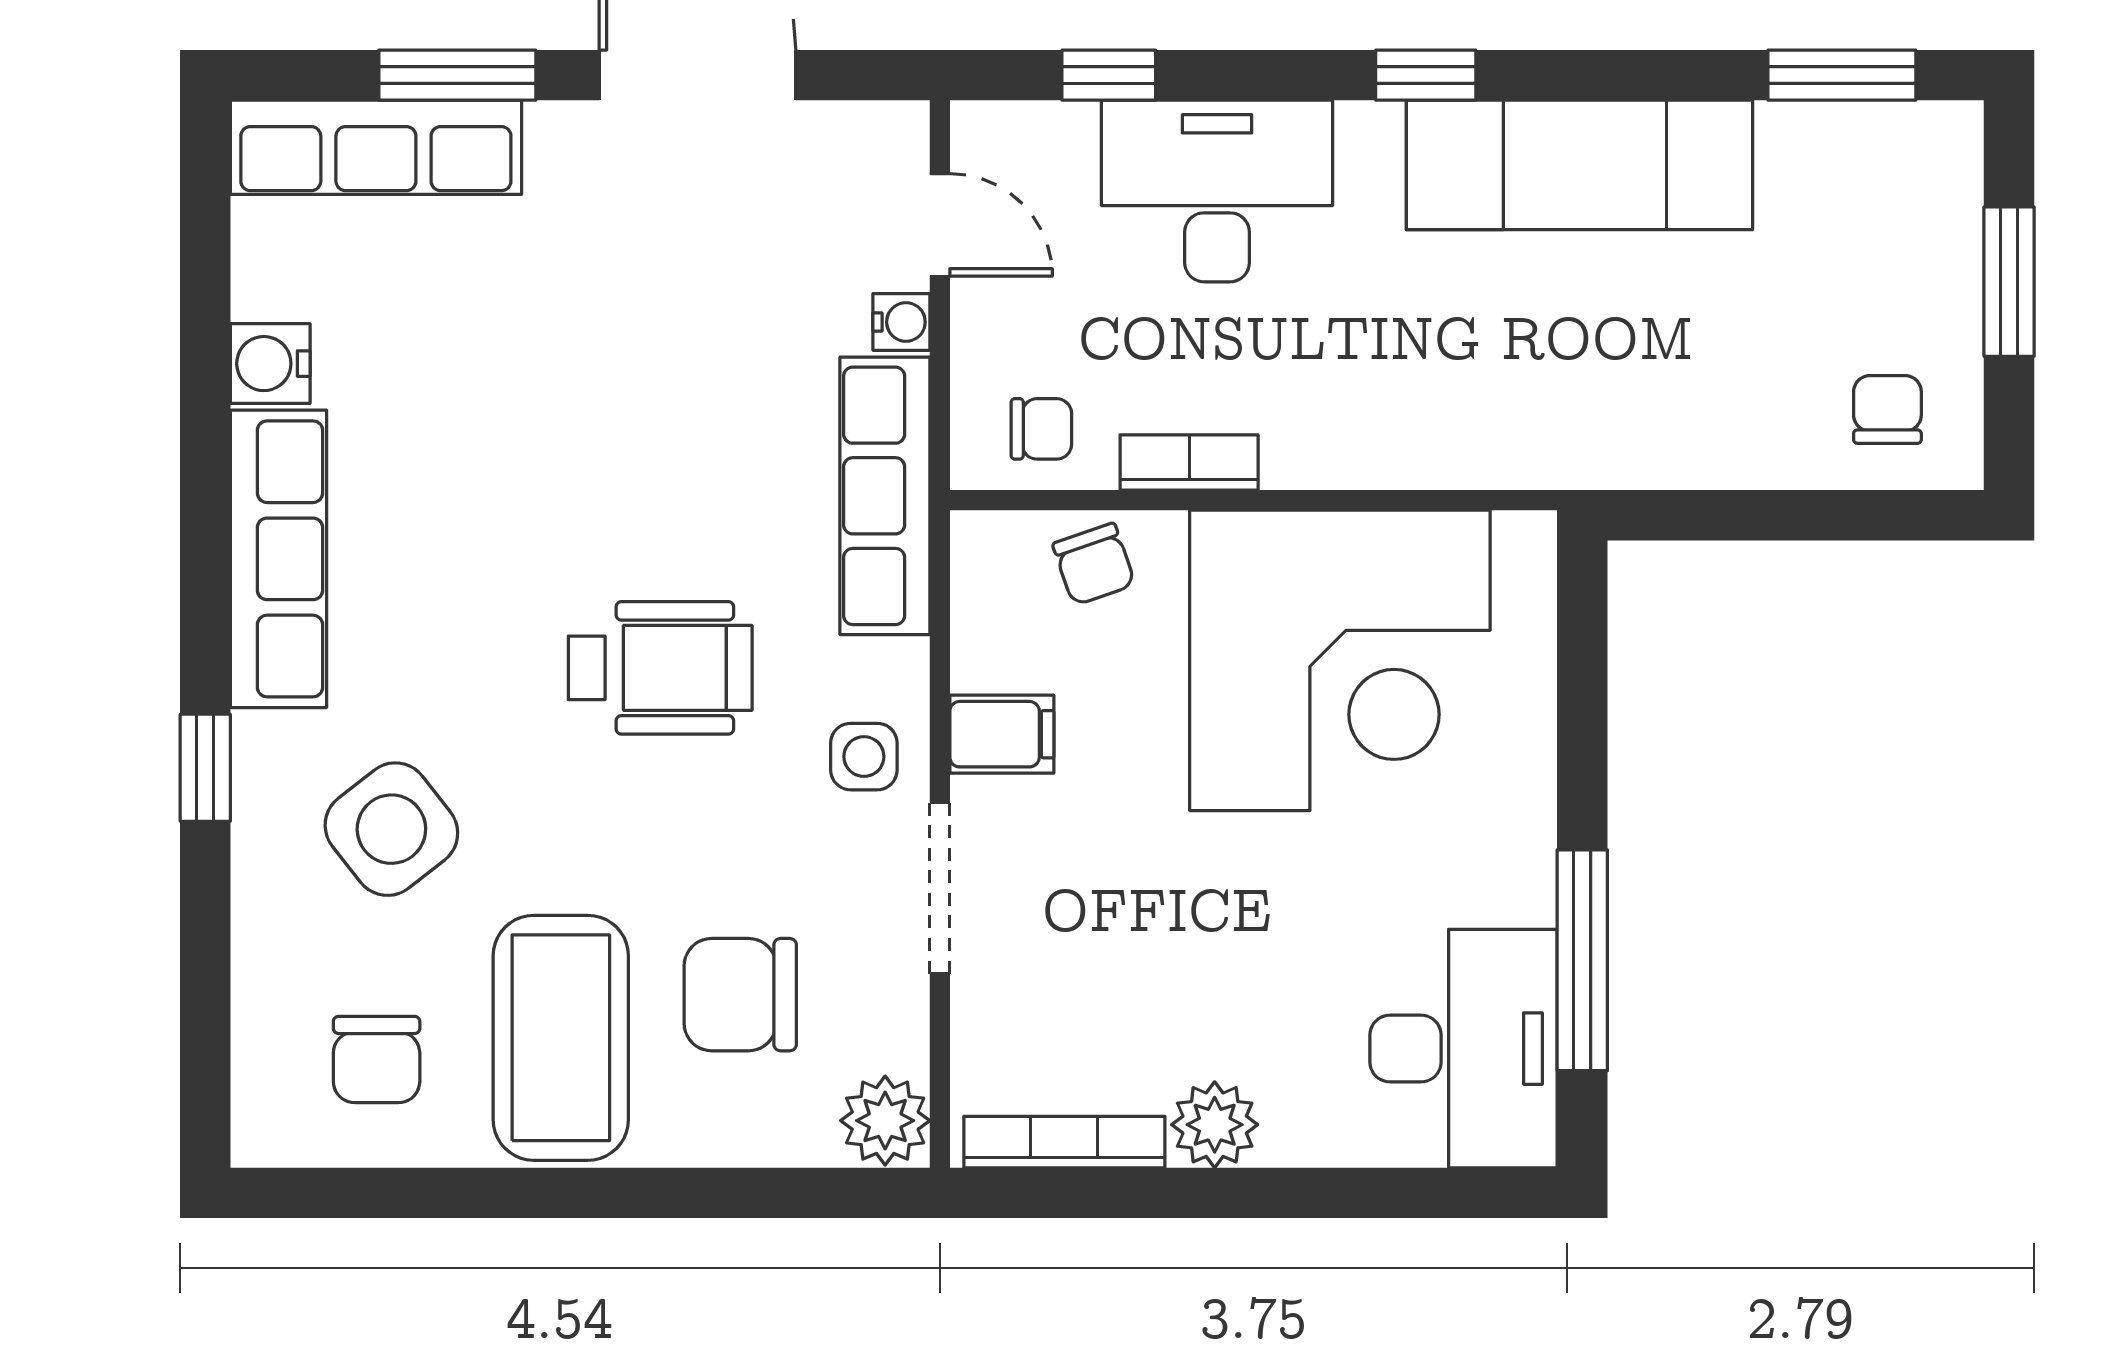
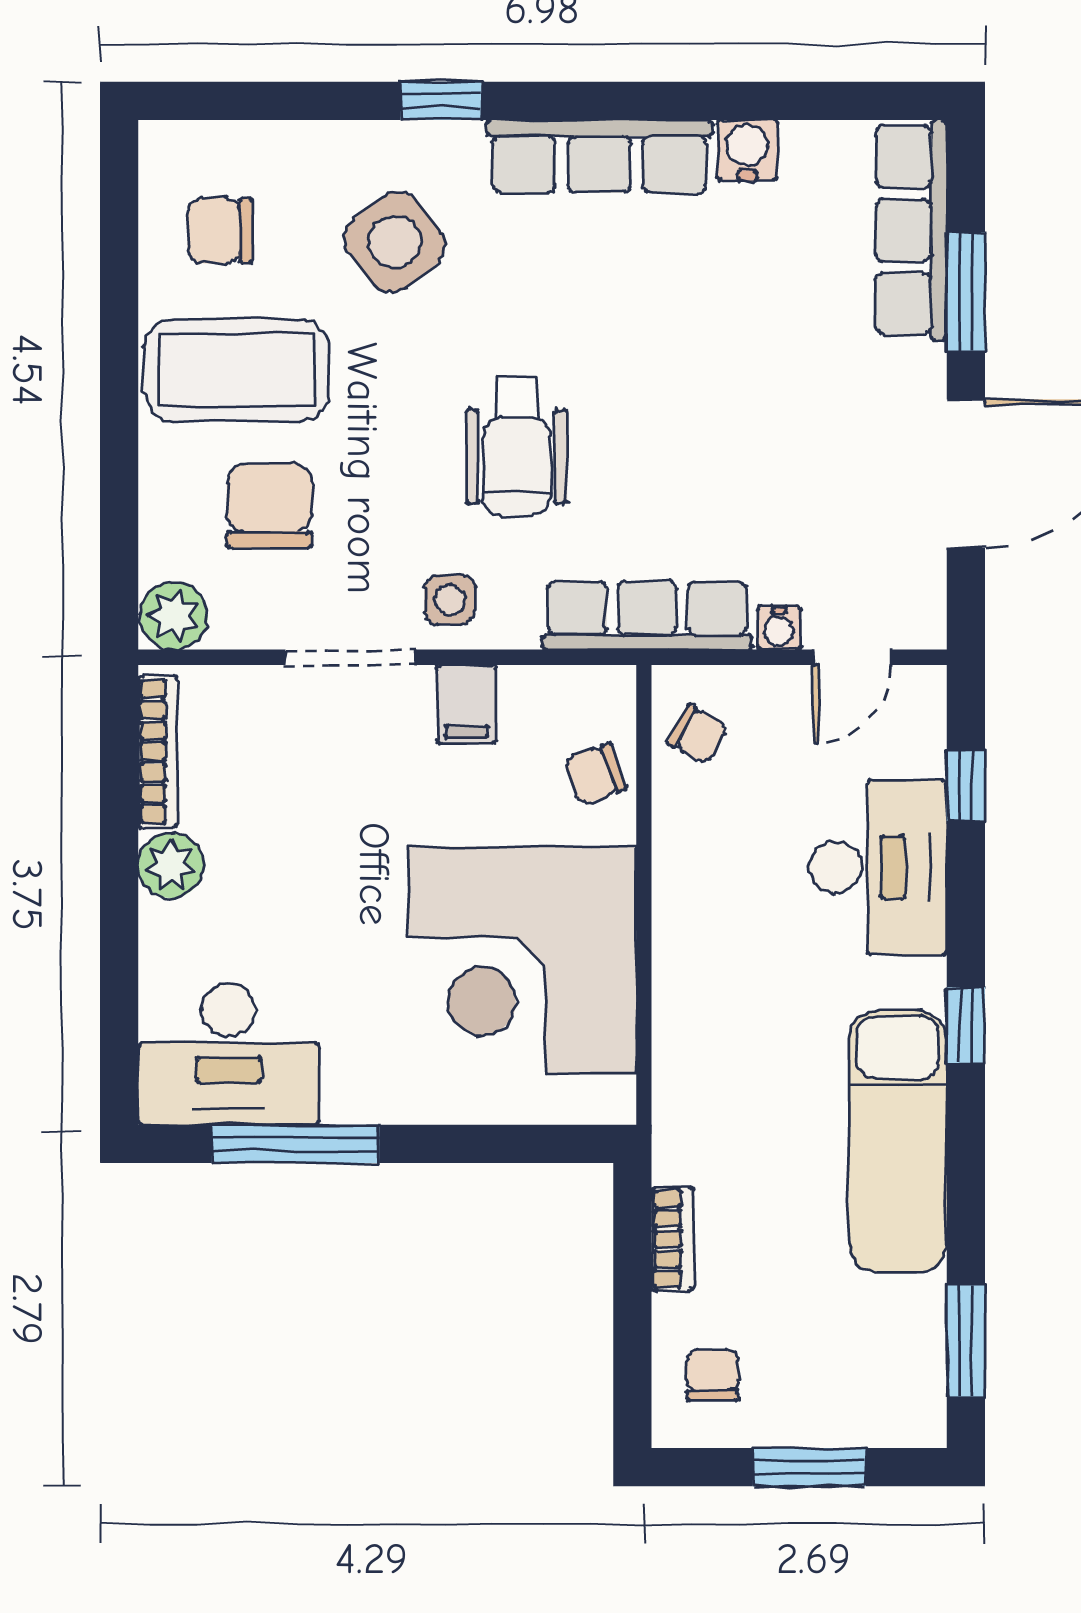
chair: (1887, 409) -> (713, 1375), turned -90
chair: (1041, 429) -> (698, 734), turned -62
bookcase: (1189, 462) -> (672, 1239), moved

